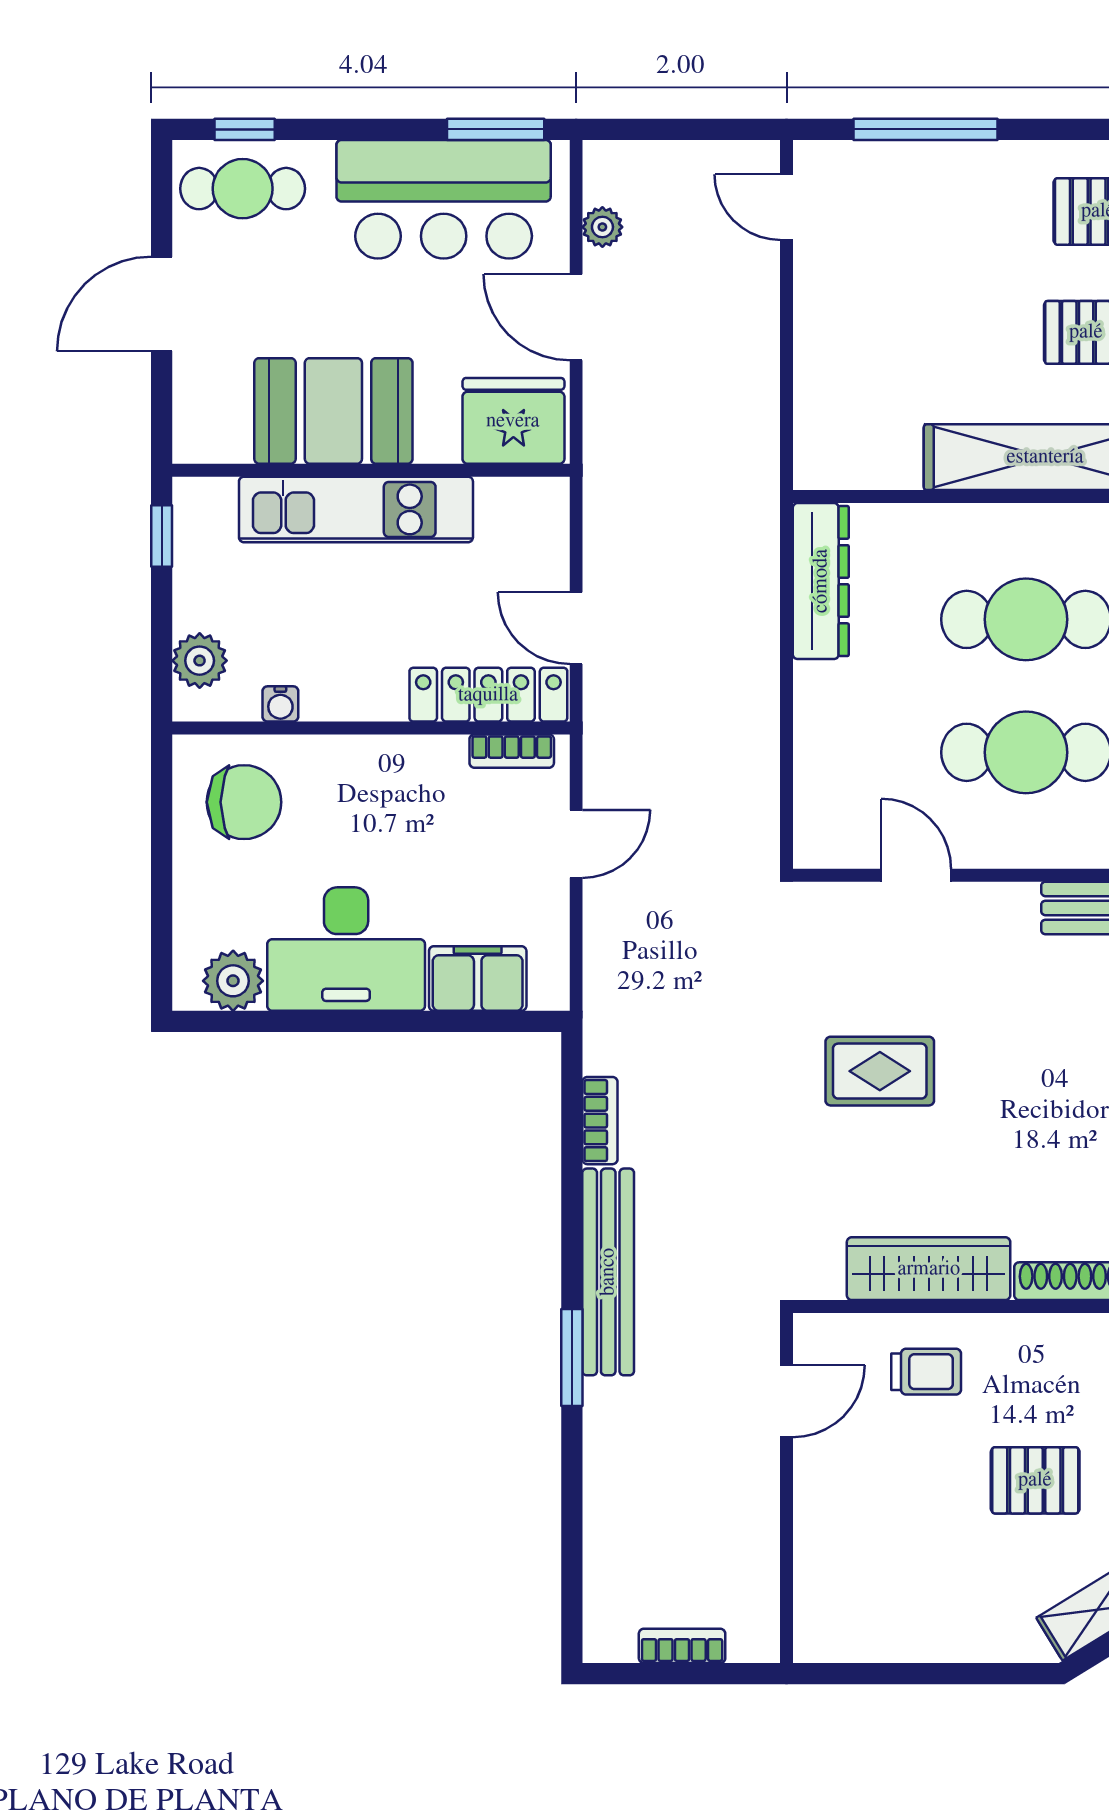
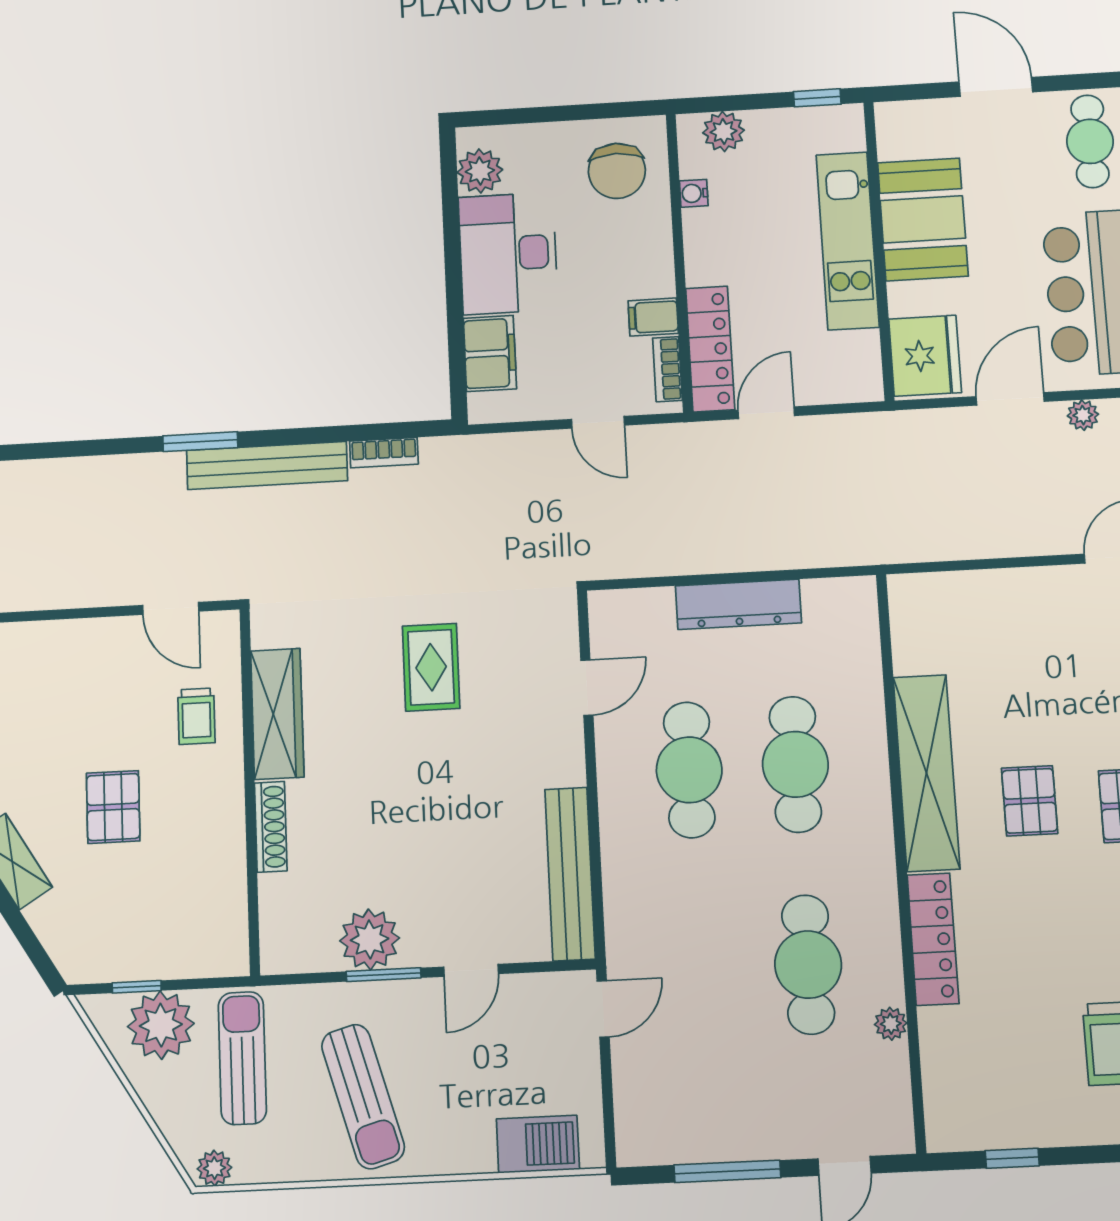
dresser: (821, 581) -> (738, 604), moved
filing cabinet: (442, 766) -> (653, 317), added

